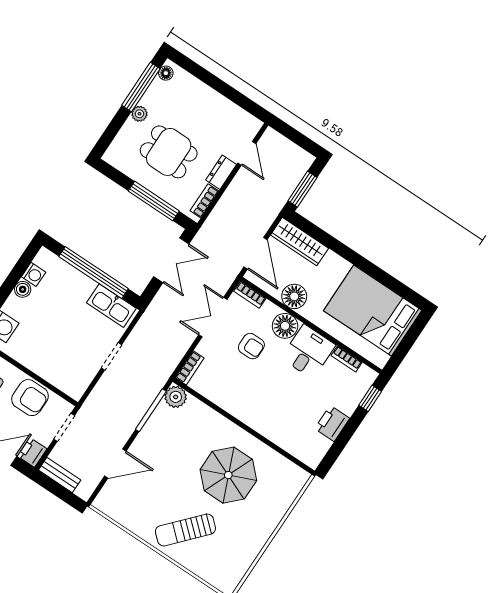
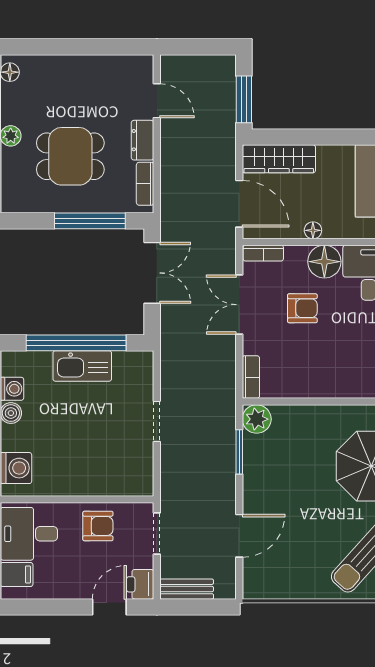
floor lamp: (294, 296) -> (313, 230), width x0.53, depth x0.53
kitchen sink: (111, 306) -> (82, 366), moved
armchair: (30, 398) -> (98, 526), width x0.72, depth x0.72
window: (151, 410) -> (239, 452), width x0.69

